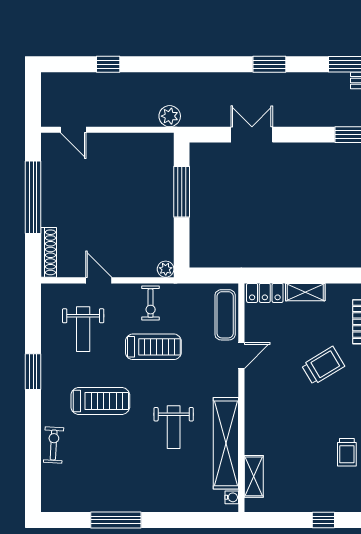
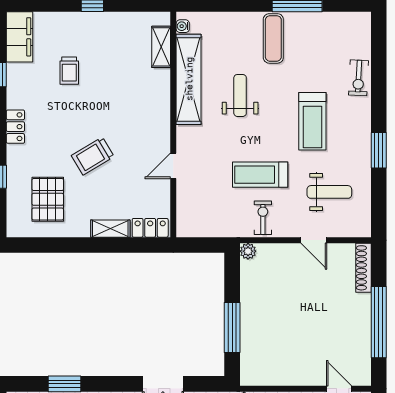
exercise mat: (225, 315) -> (273, 38), moved
weight bench: (83, 329) -> (329, 192), turned 90
treadmill: (100, 401) -> (312, 121), turned -90
trolley: (347, 452) -> (69, 71), turned 180

